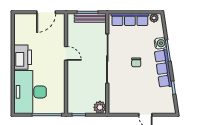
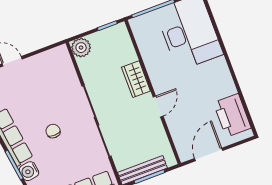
door: (66, 53) -> (158, 107), swing flipped
printer: (23, 57) -> (232, 115), moved
wardrobe: (73, 75) -> (136, 79), added

